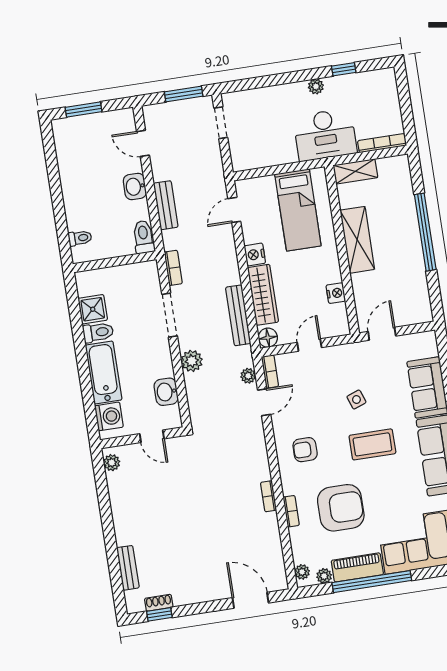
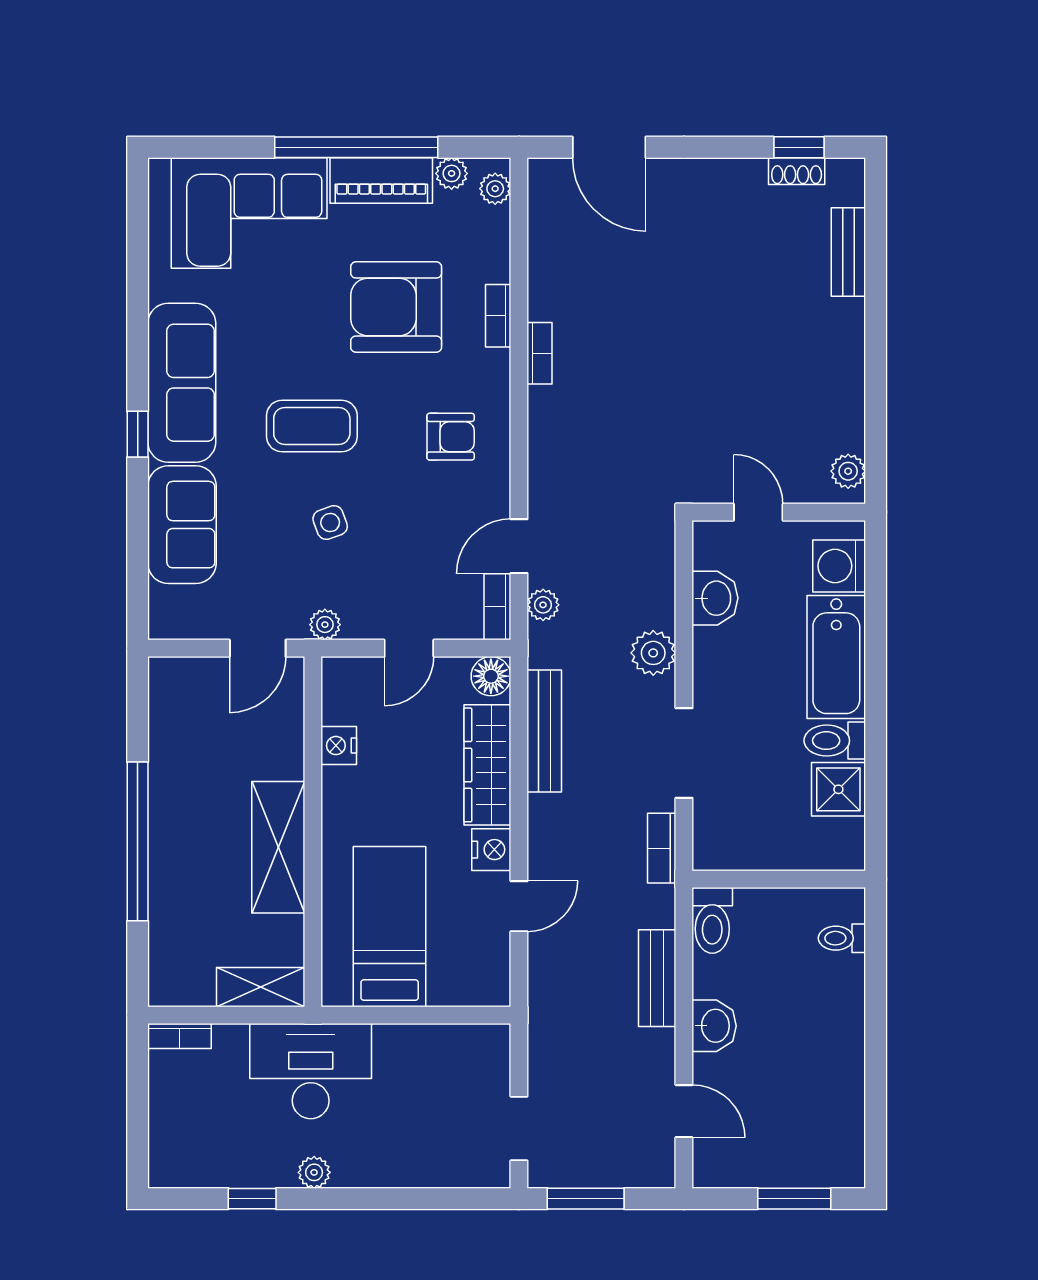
bookcase: (382, 143) -> (180, 1036), width x0.64
door: (234, 210) -> (519, 906), moved
plant: (351, 350) -> (325, 625), added

